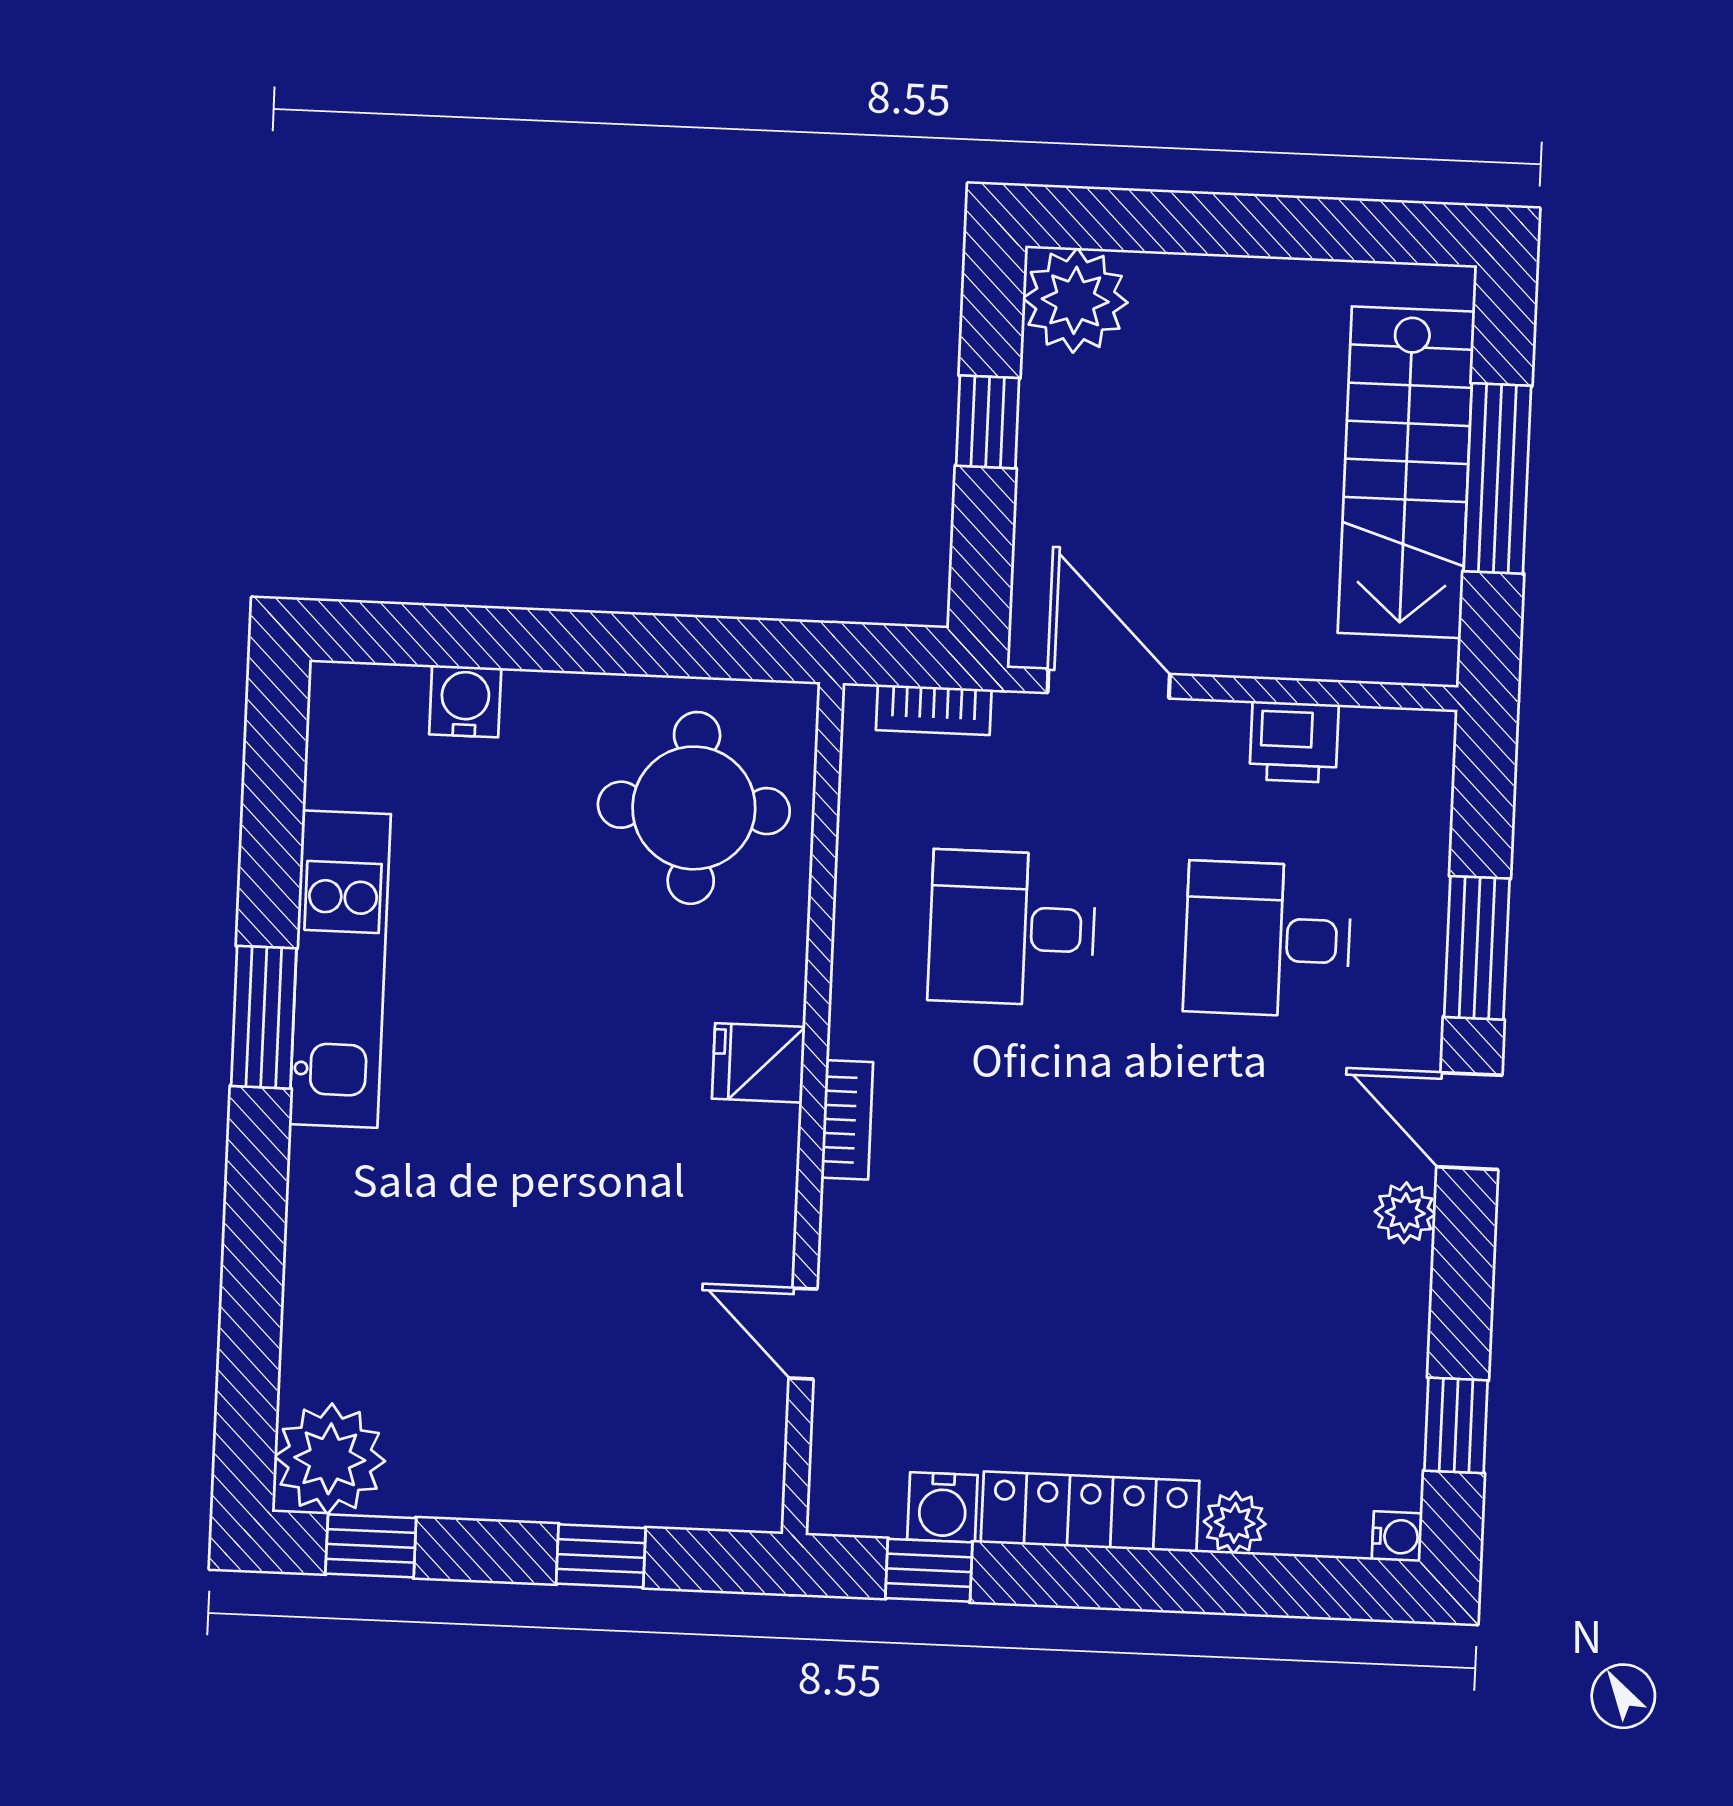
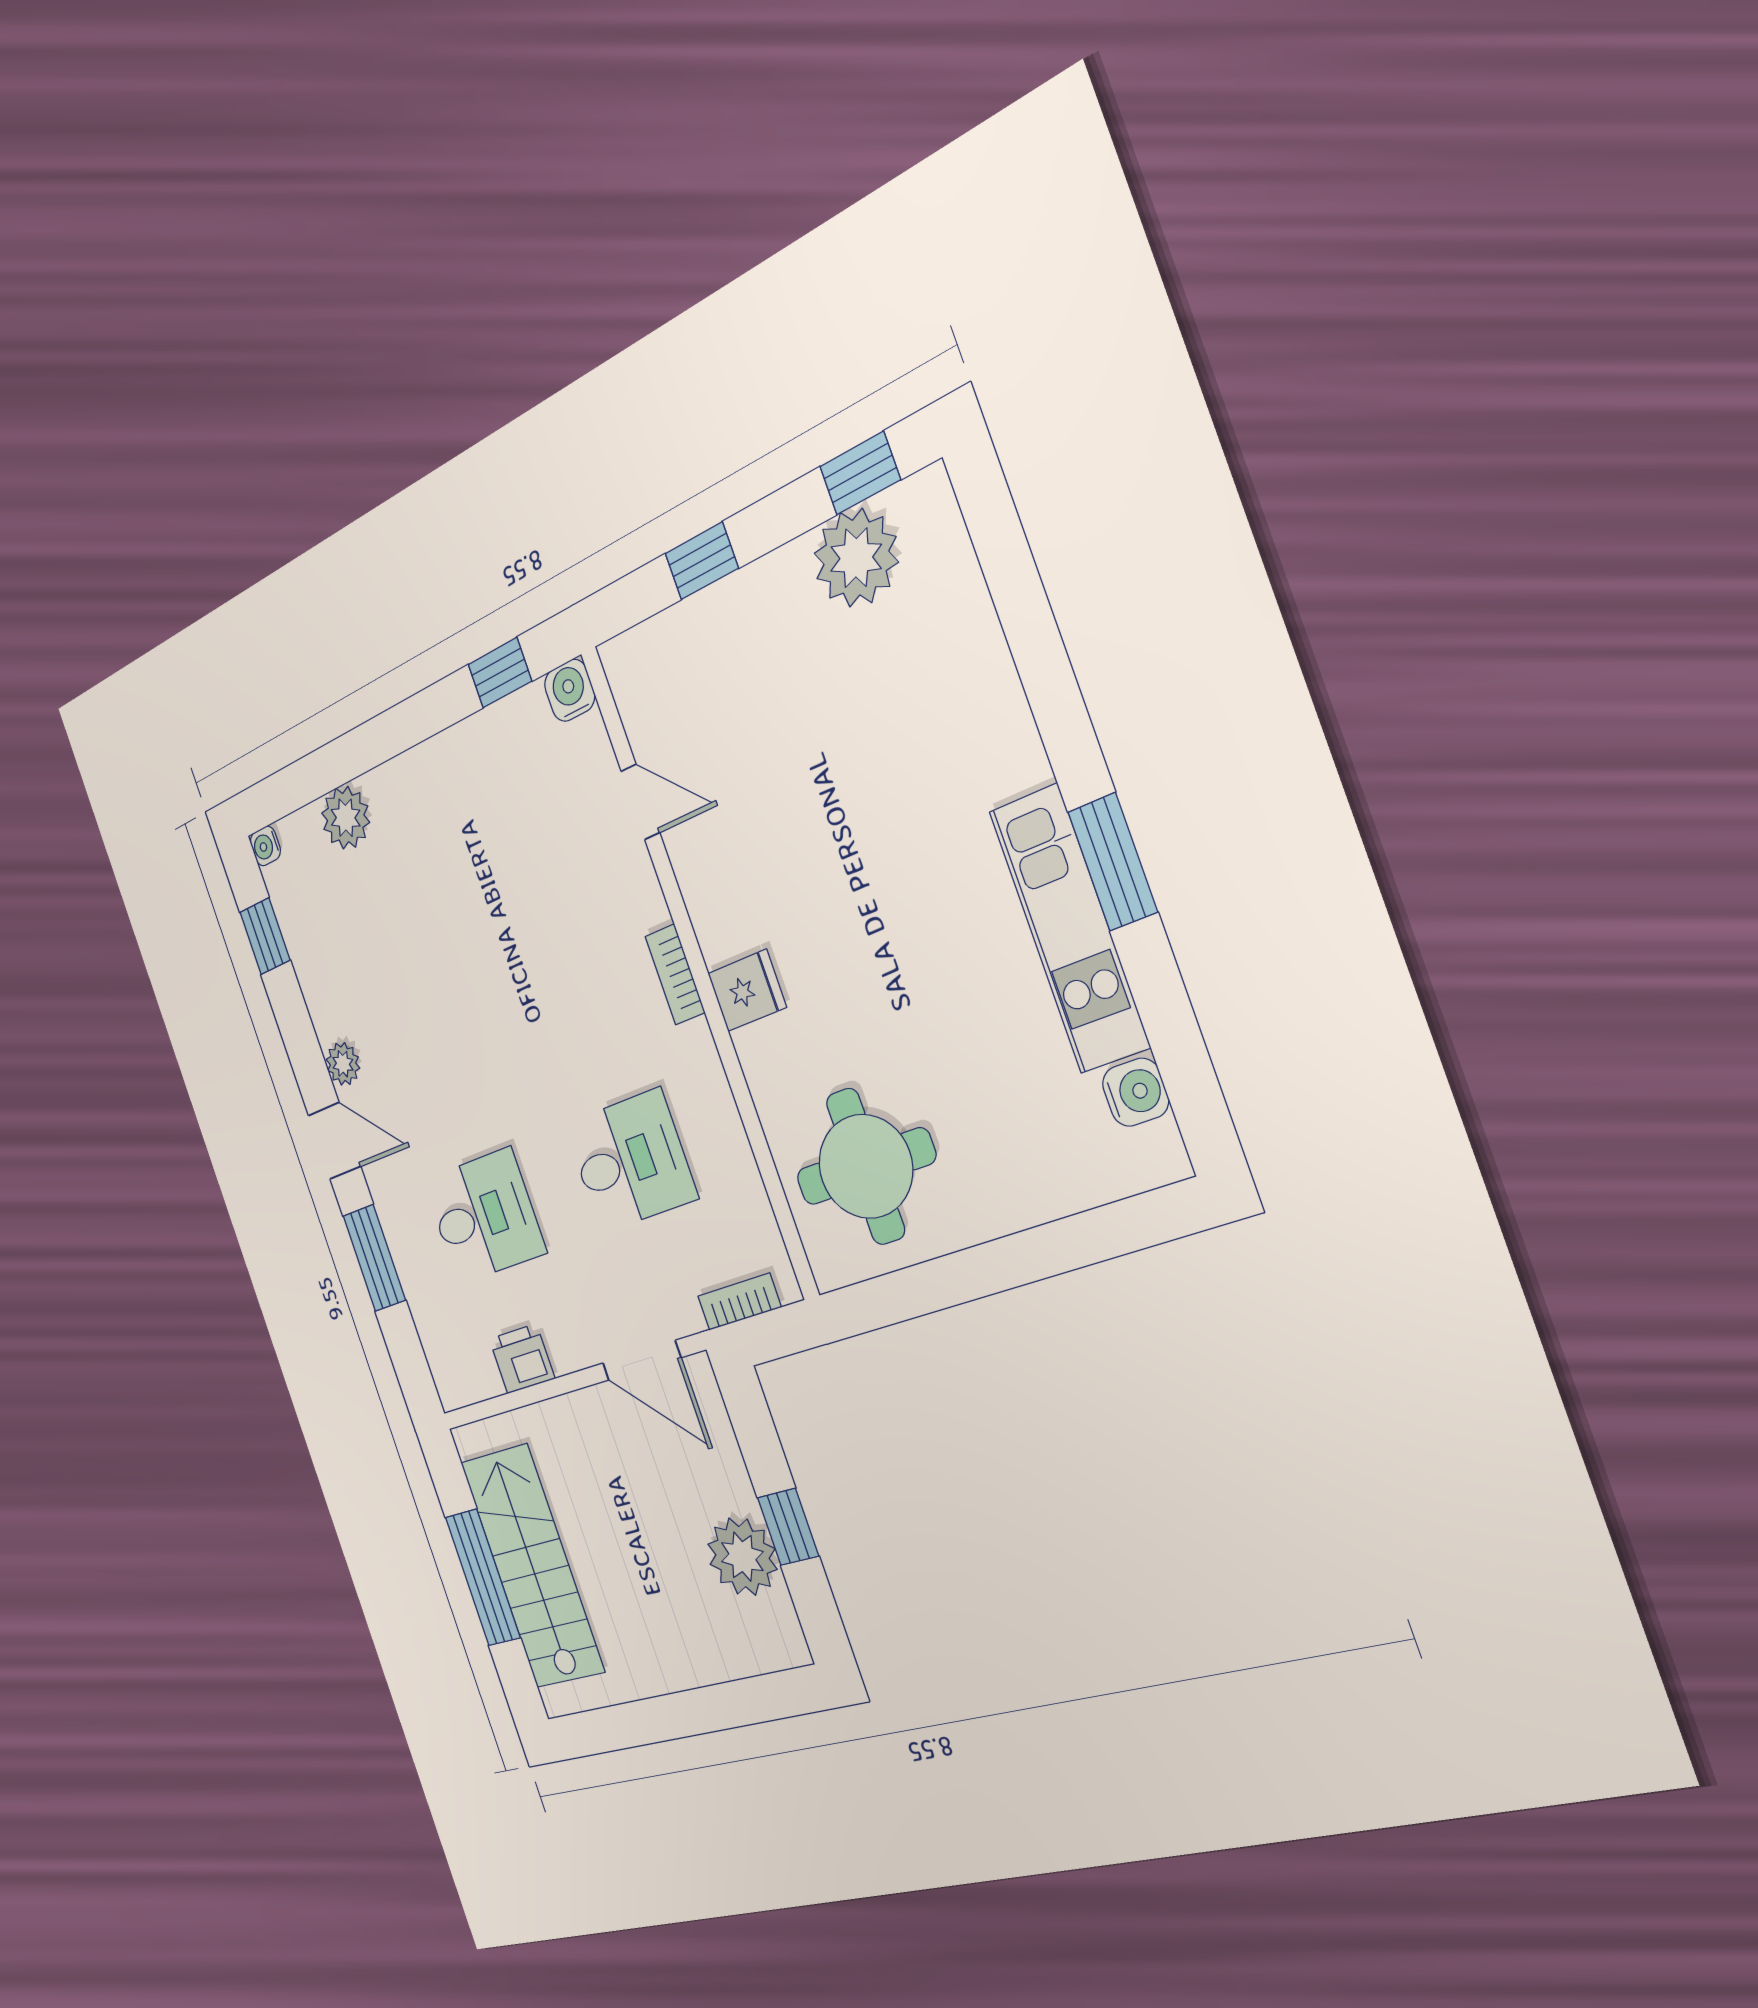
plant: (1075, 300) -> (742, 1557), moved
water cooler: (465, 701) -> (1136, 1092), moved, turned -90
plant: (330, 1459) -> (856, 558), moved
water cooler: (942, 1507) -> (570, 690), moved
locker: (1090, 1512) -> (427, 768), removed
plant: (1235, 1523) -> (346, 818), width x1.38, depth x1.38

